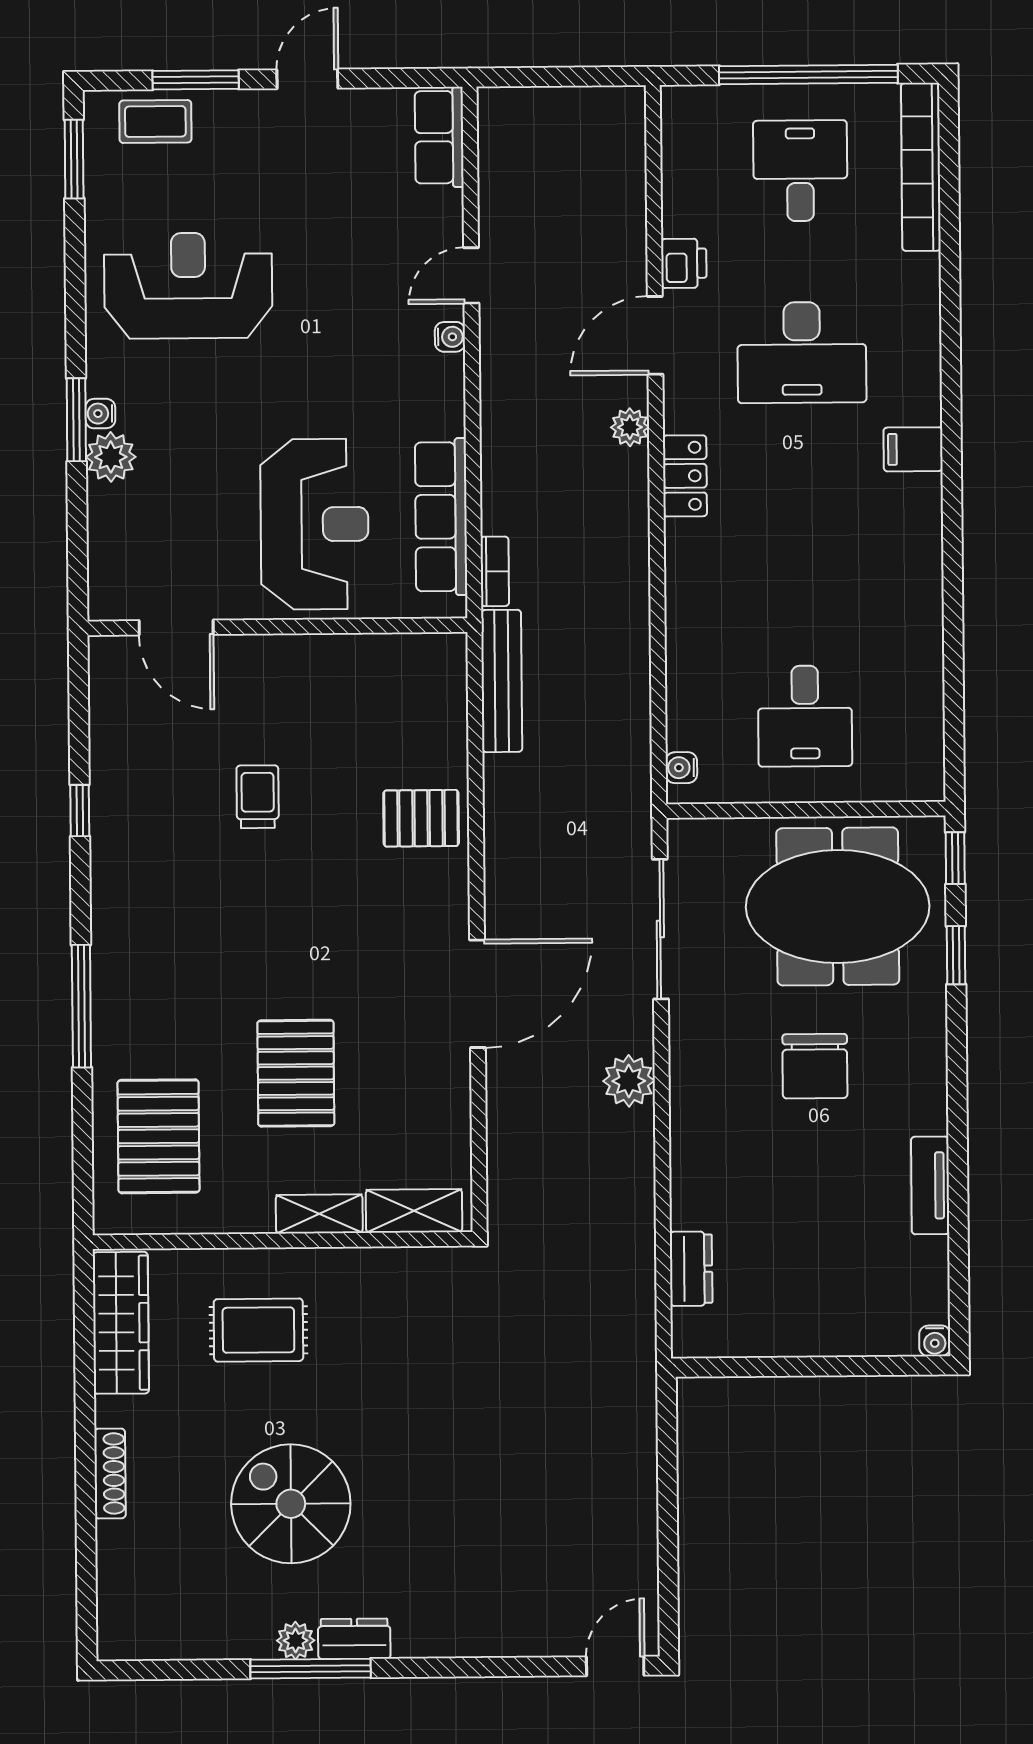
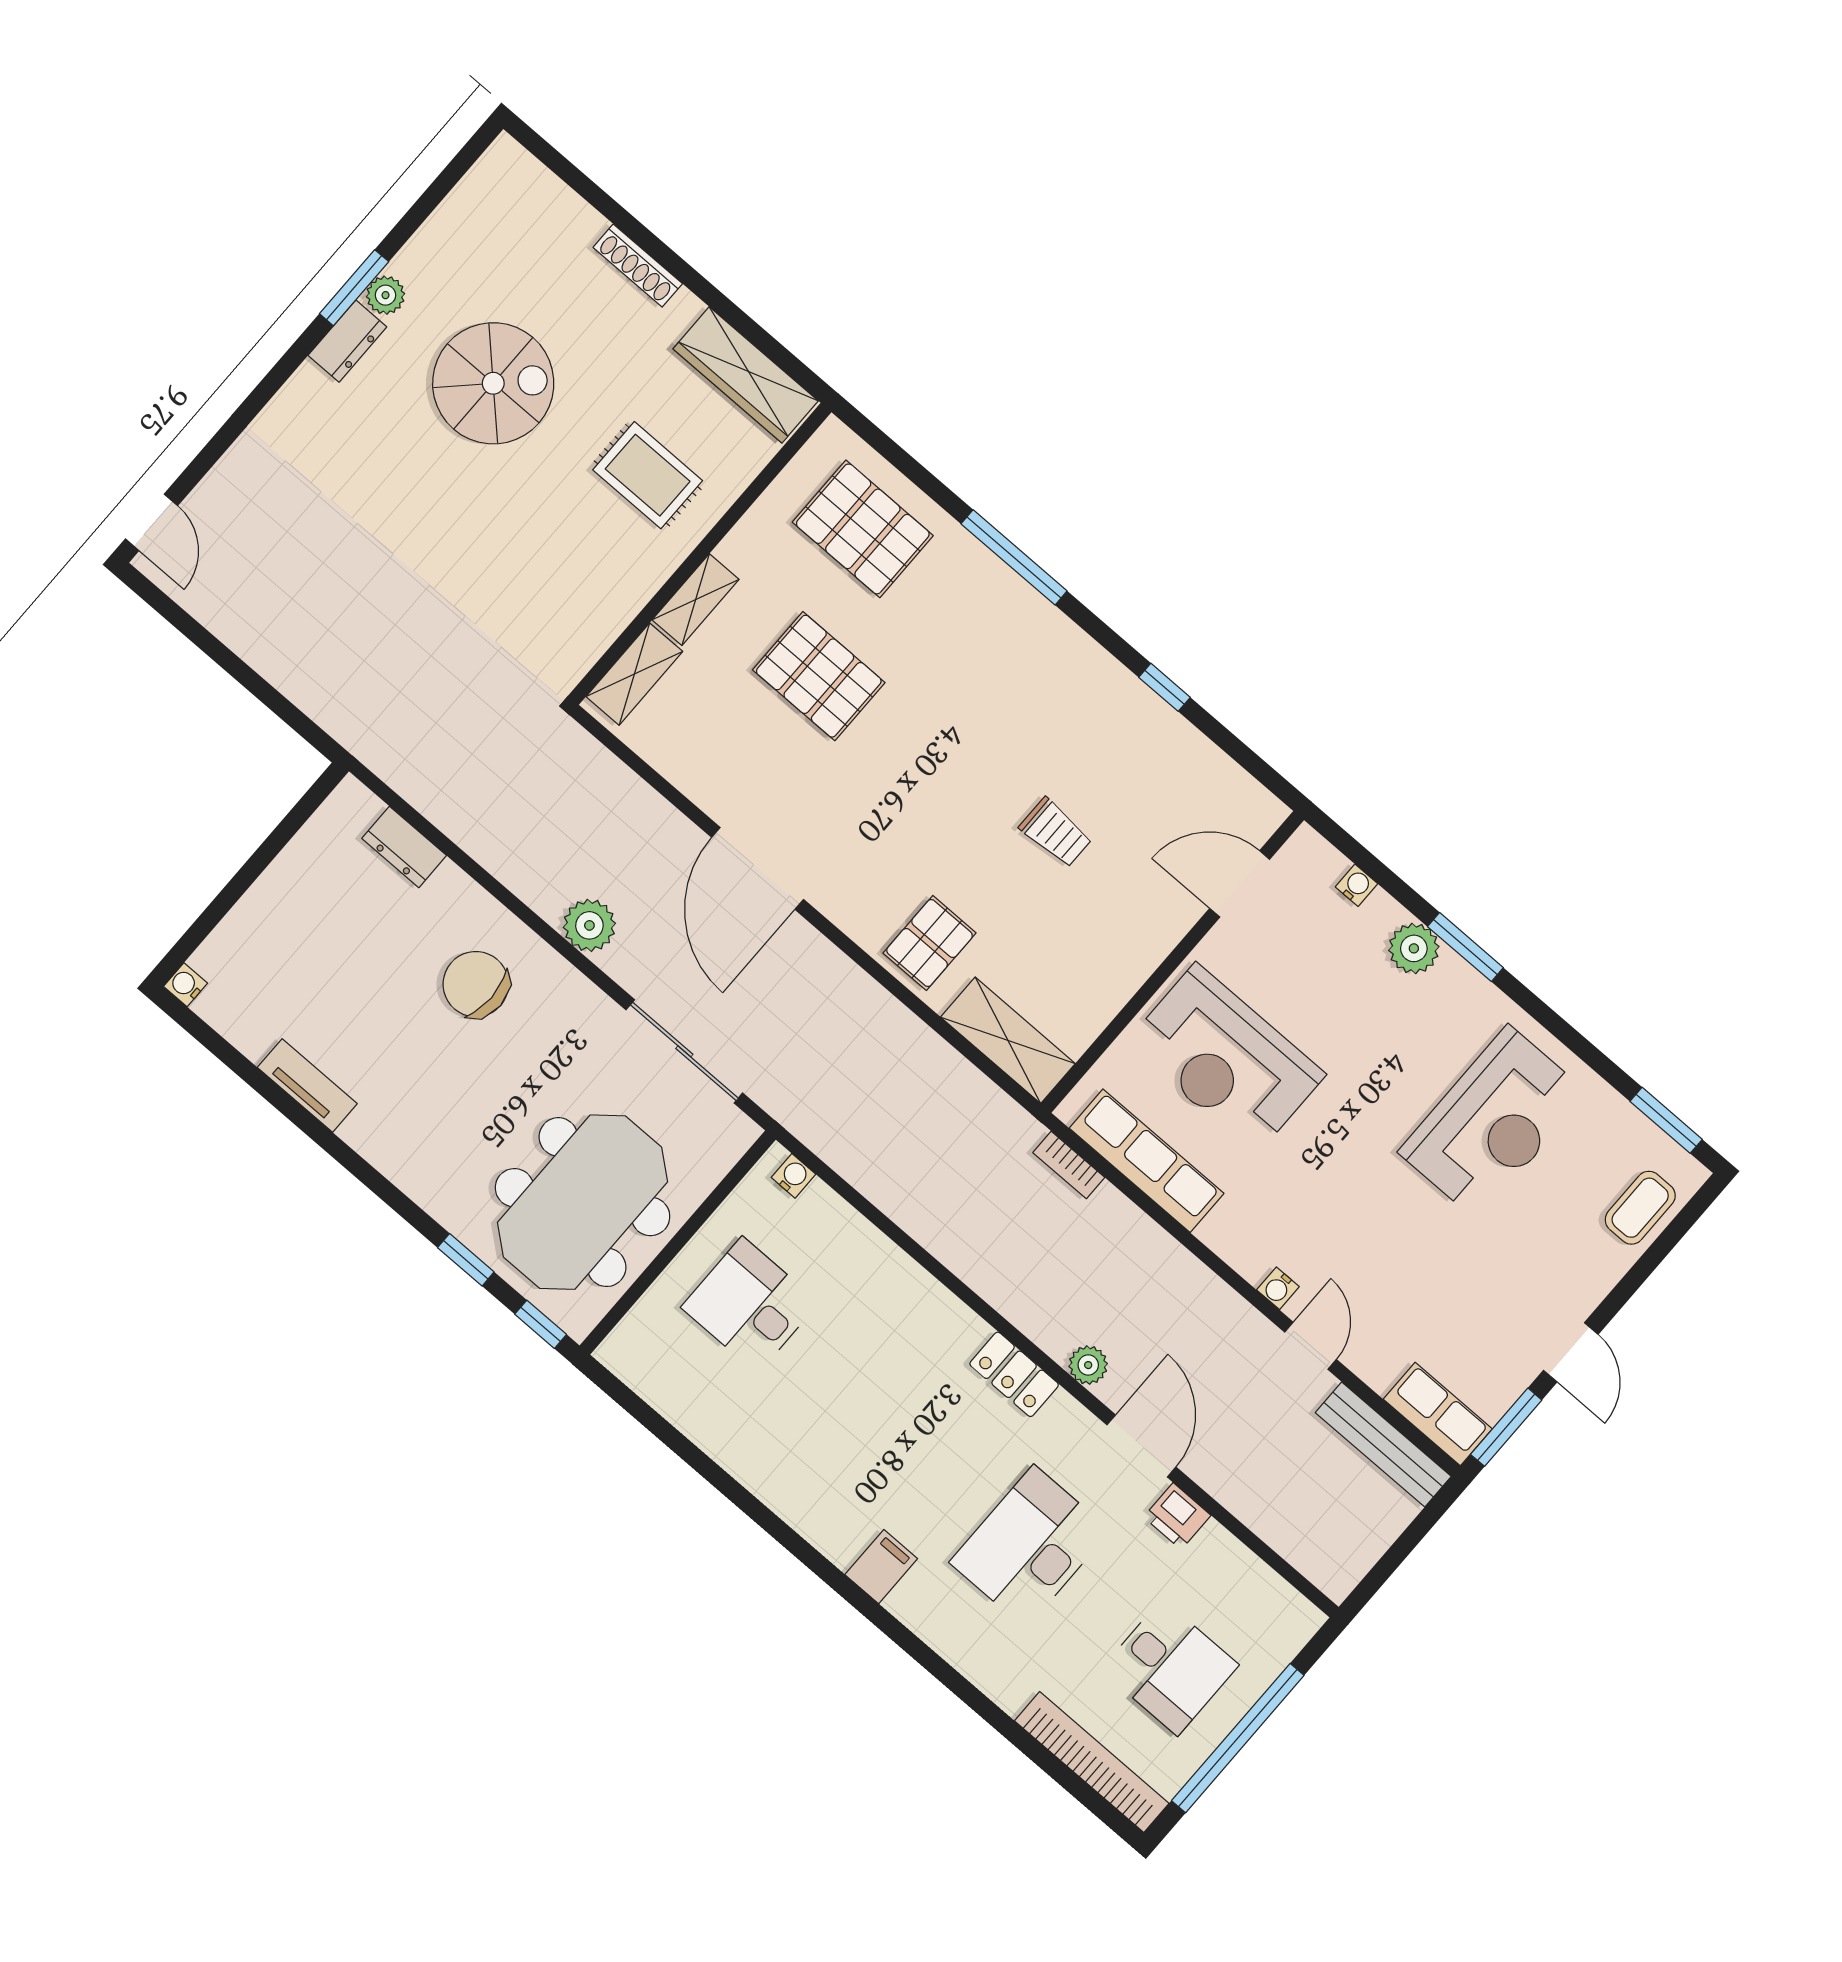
window: (196, 80) -> (1506, 1427), moved
water cooler: (100, 414) -> (1356, 885), moved
bench: (502, 681) -> (1383, 1445), moved
shelving: (442, 697) -> (1008, 1040), added
chair: (815, 1066) -> (476, 984), moved
rug: (258, 1330) -> (648, 475), turned 90
window: (311, 1669) -> (354, 288), width x0.69

